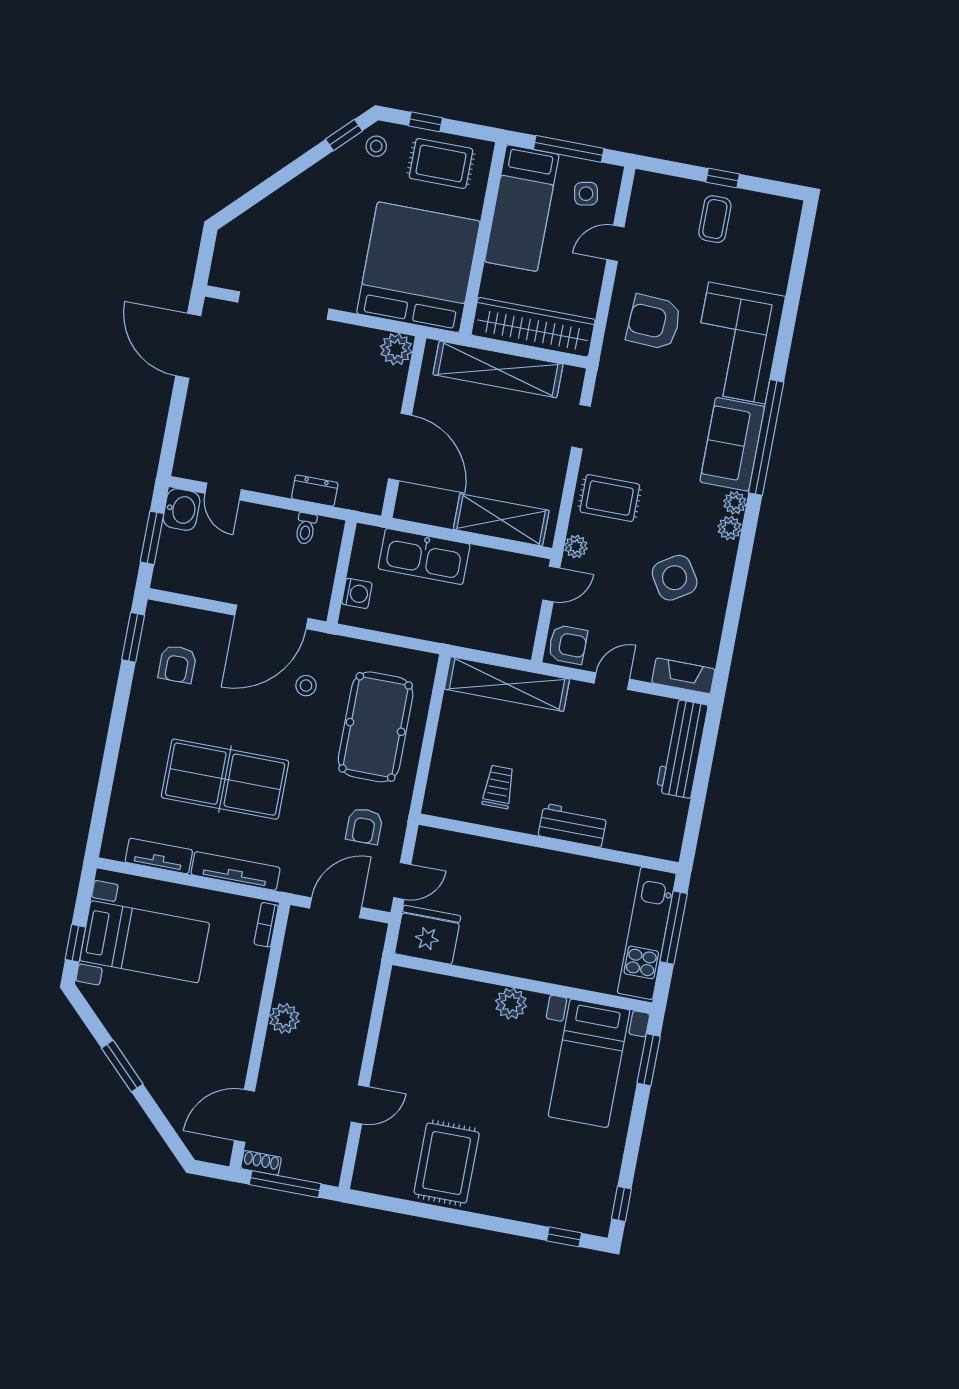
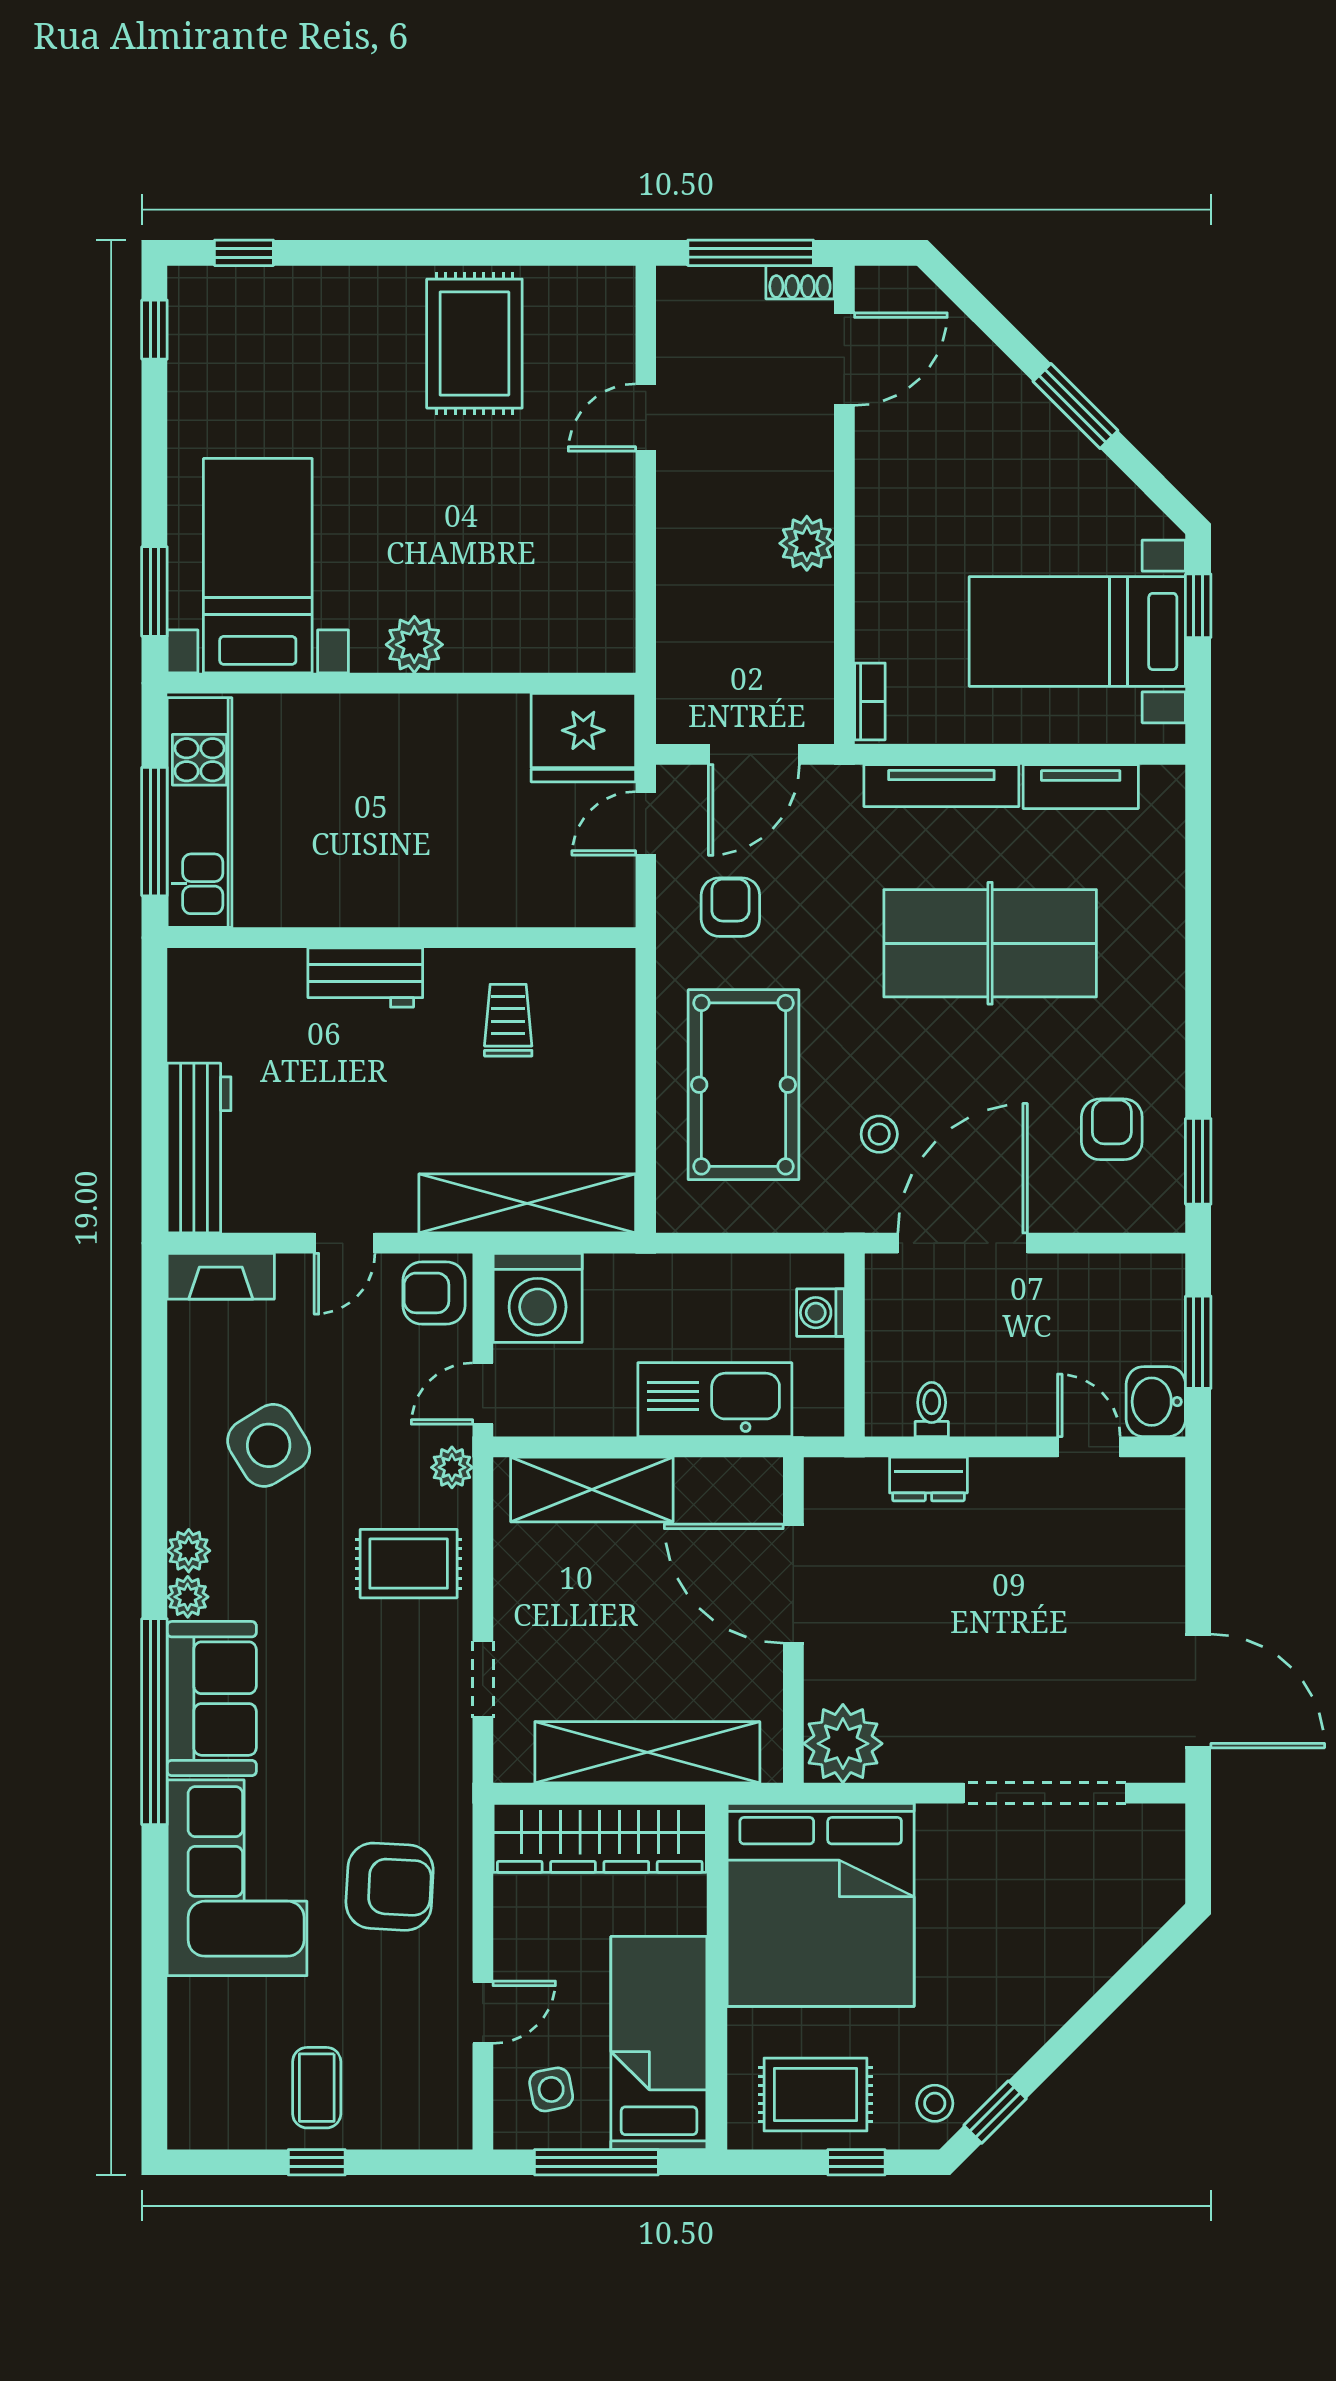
plant: (396, 349) -> (843, 1744), width x1.36, depth x1.36
washing machine: (511, 631) -> (538, 1298), added
trolley: (498, 787) -> (508, 1020), turned 180

